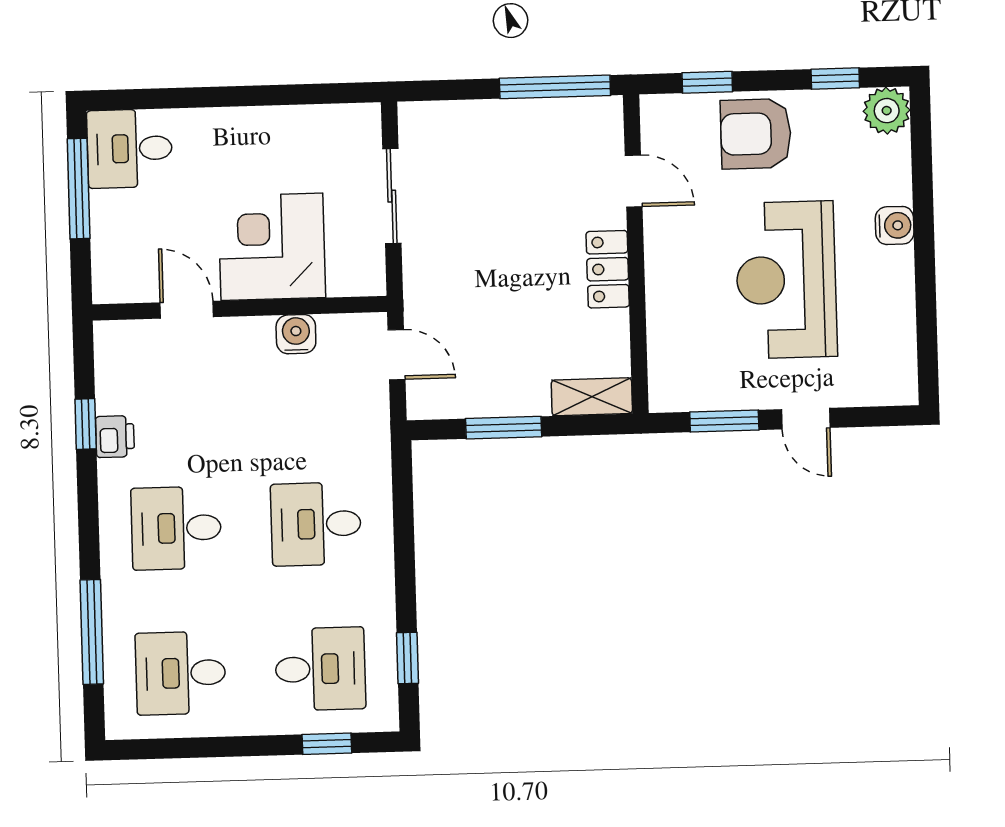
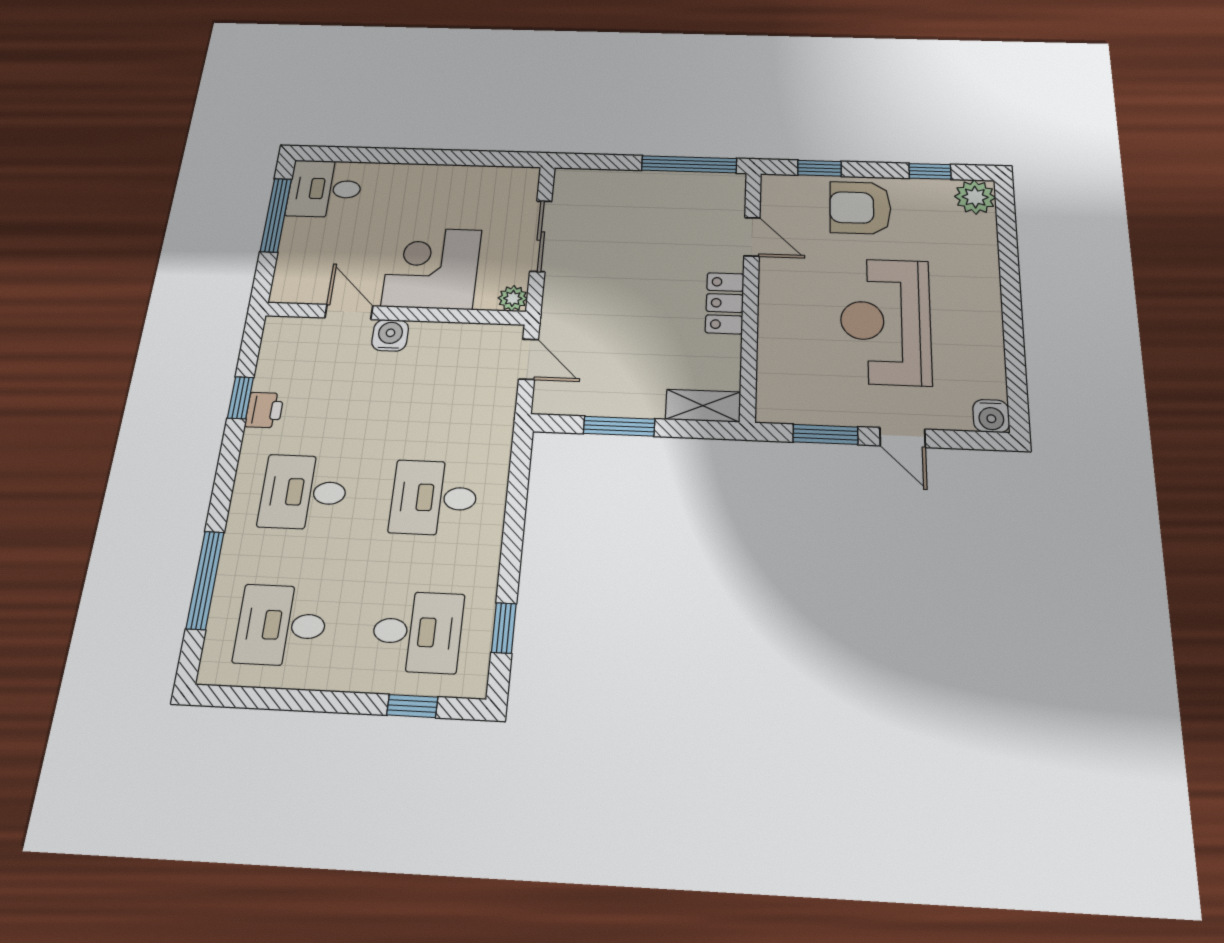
water cooler: (895, 225) -> (991, 416), moved, turned 90
plant: (370, 280) -> (513, 298), added
water cooler: (296, 334) -> (390, 335), moved

